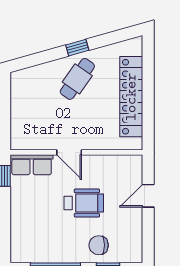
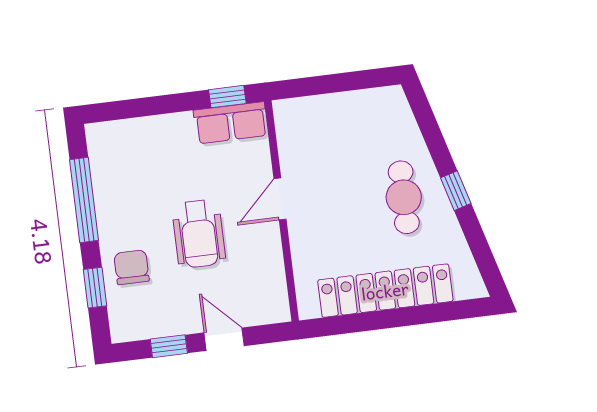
cafe table: (77, 79) -> (404, 197), turned 55
row of seats: (32, 165) -> (231, 123), moved, turned -90
window: (148, 229) -> (169, 346), added

